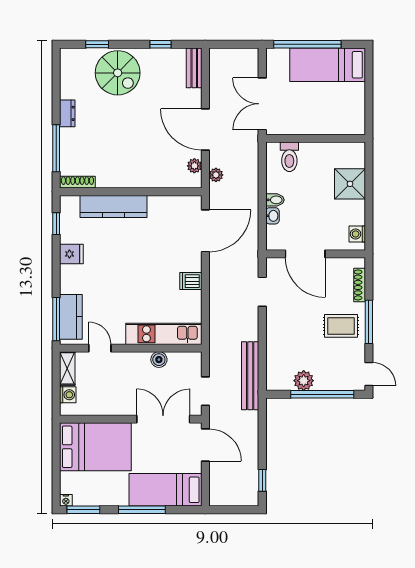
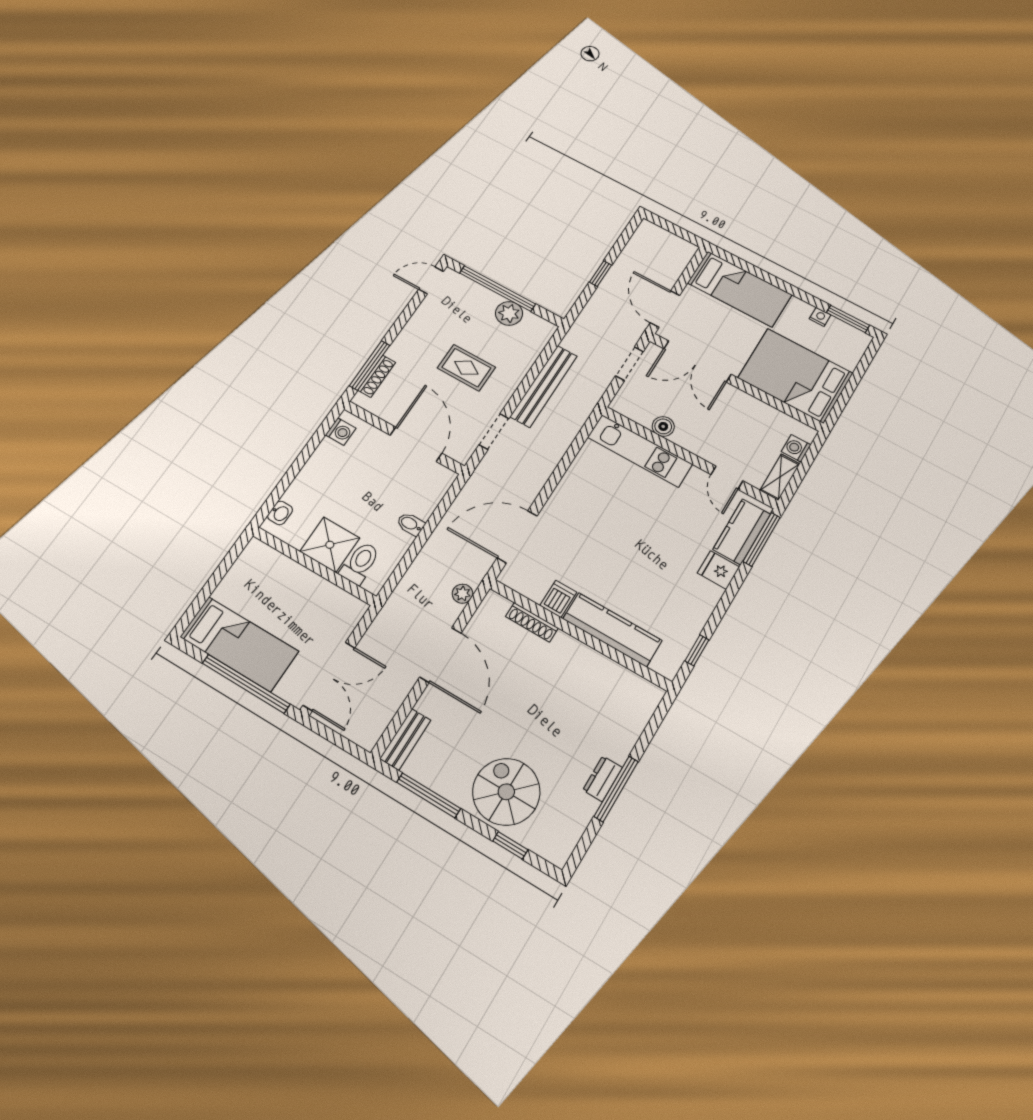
window: (161, 44) -> (429, 795), width x2.17
double door: (262, 104) -> (329, 676), moved
window: (56, 148) -> (616, 789), moved
plant: (194, 166) -> (482, 620), removed
shoe rack: (77, 182) -> (532, 622), moved
shower: (350, 184) -> (330, 545), moved
washbasin: (272, 216) -> (280, 513), moved, turned 180
fridge: (71, 254) -> (718, 570), moved
dishwasher: (191, 281) -> (558, 599), moved, turned -90
window: (369, 322) -> (370, 365), moved
rug: (341, 326) -> (466, 368), moved
door: (369, 374) -> (431, 280), hinge flipped
bench: (250, 376) -> (544, 386), moved
window: (262, 480) -> (600, 274), moved
nightstand: (66, 500) -> (820, 317), moved
window: (142, 510) -> (779, 283), removed

